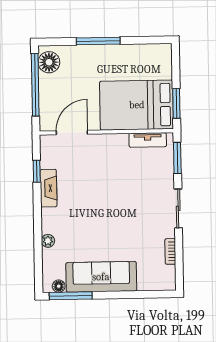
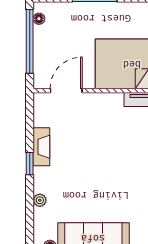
floor lamp: (49, 62) -> (39, 19), width x0.53, depth x0.53
window: (37, 171) -> (30, 164), moved

